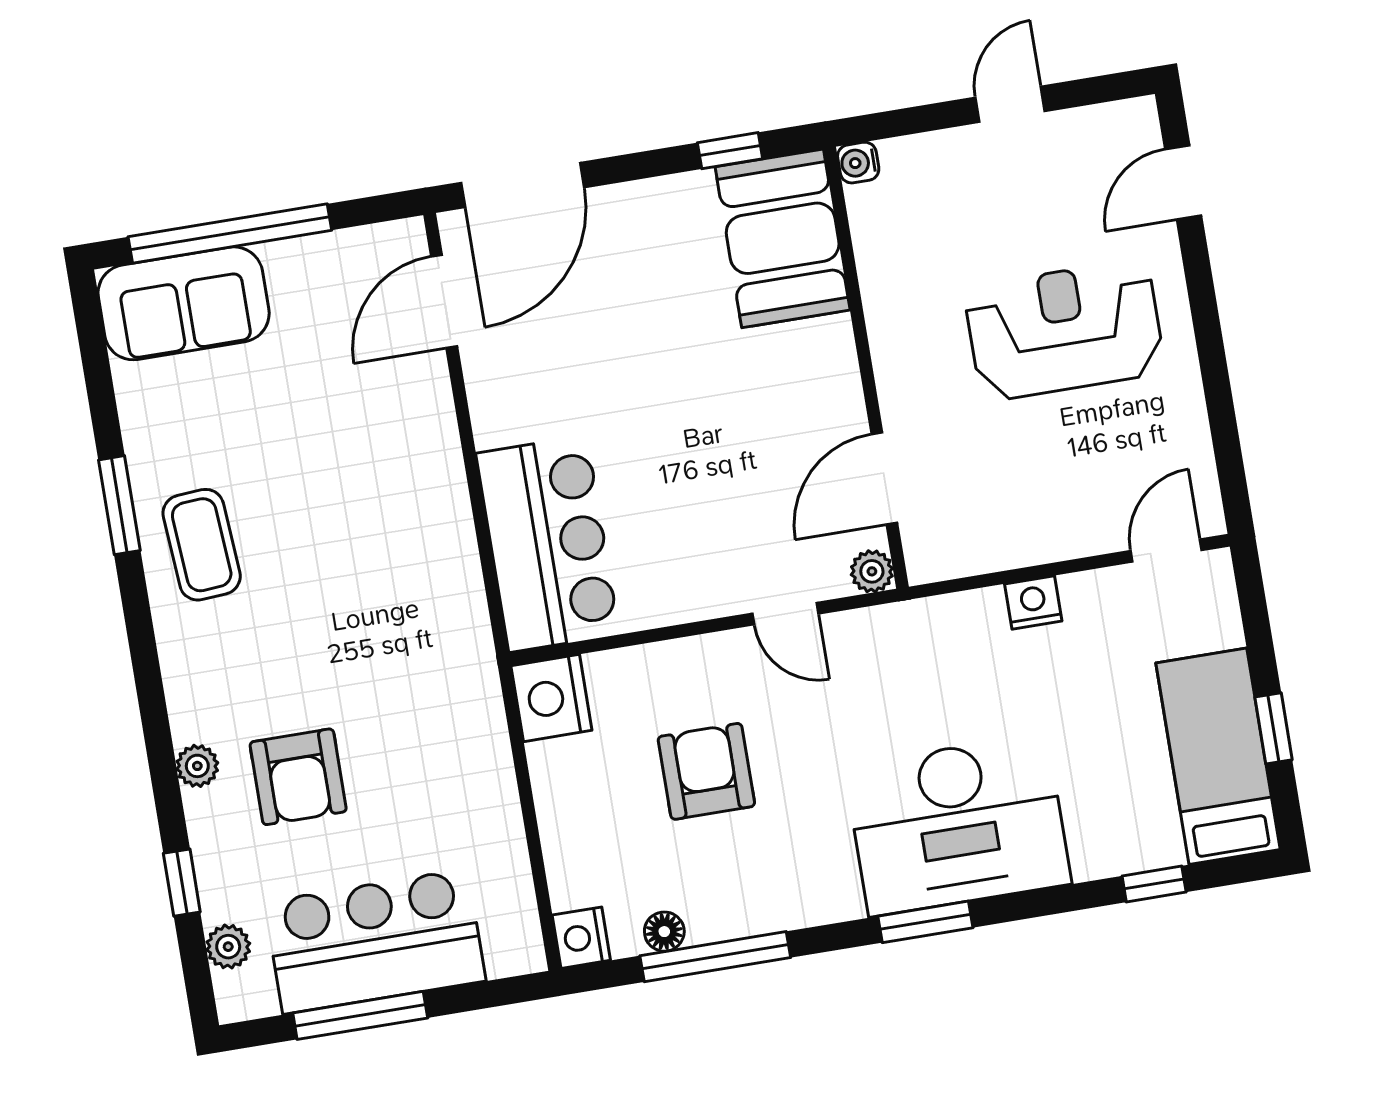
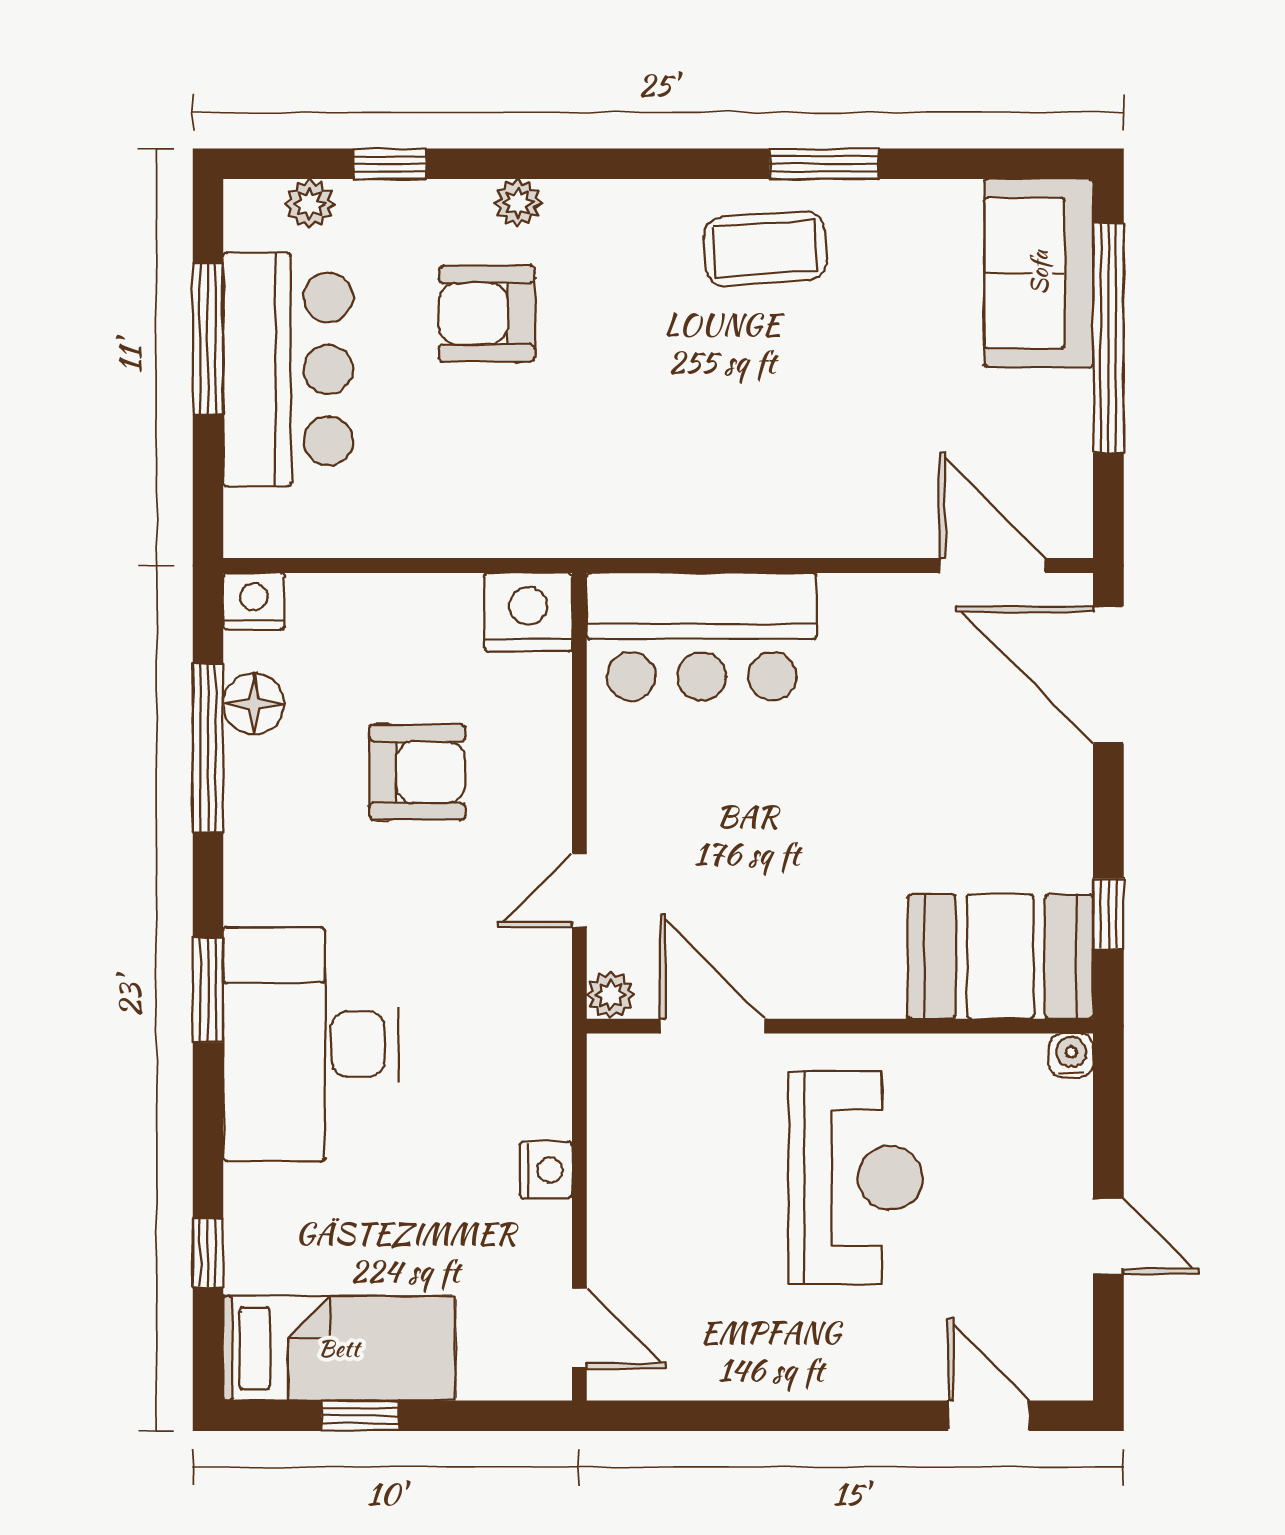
reception desk: (1064, 330) -> (855, 1178), moved
floor lamp: (664, 932) -> (254, 704), width x1.37, depth x1.37

